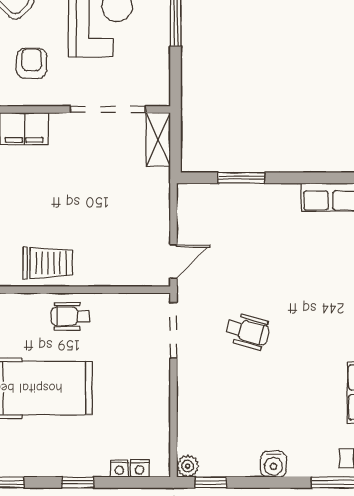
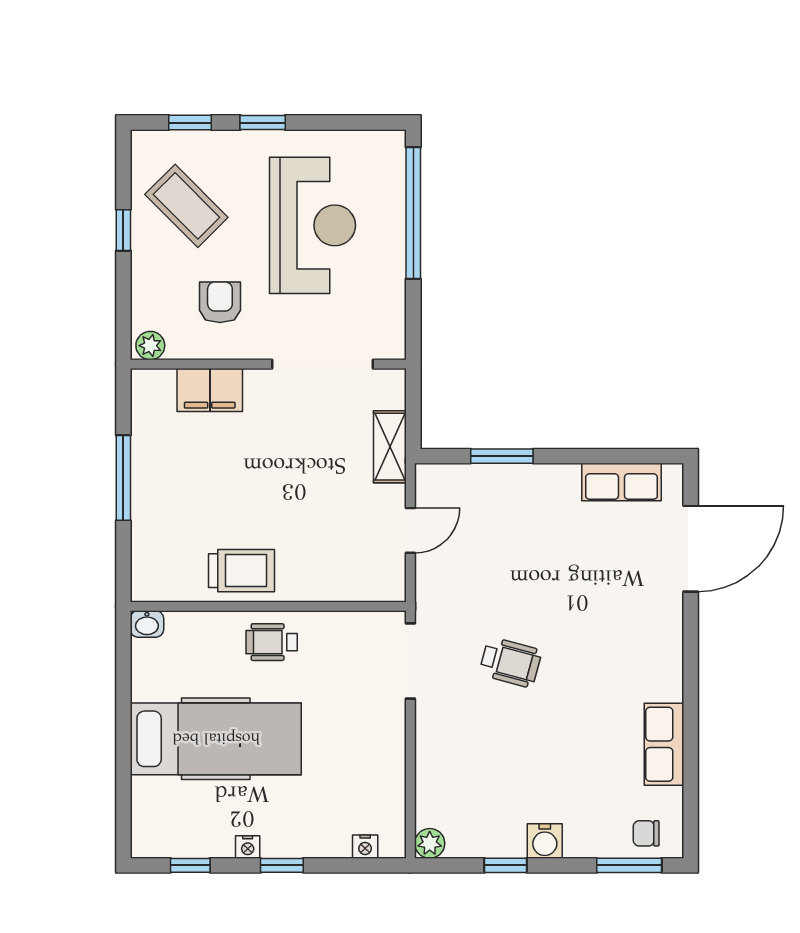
shelving: (158, 139) -> (390, 447), moved
door: (173, 261) -> (410, 530), moved
nightstand: (119, 469) -> (248, 847), moved
window: (211, 482) -> (505, 865), moved

